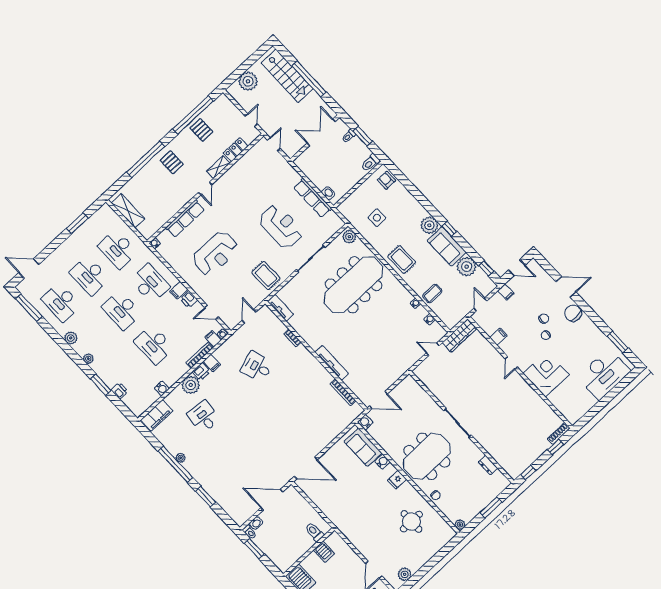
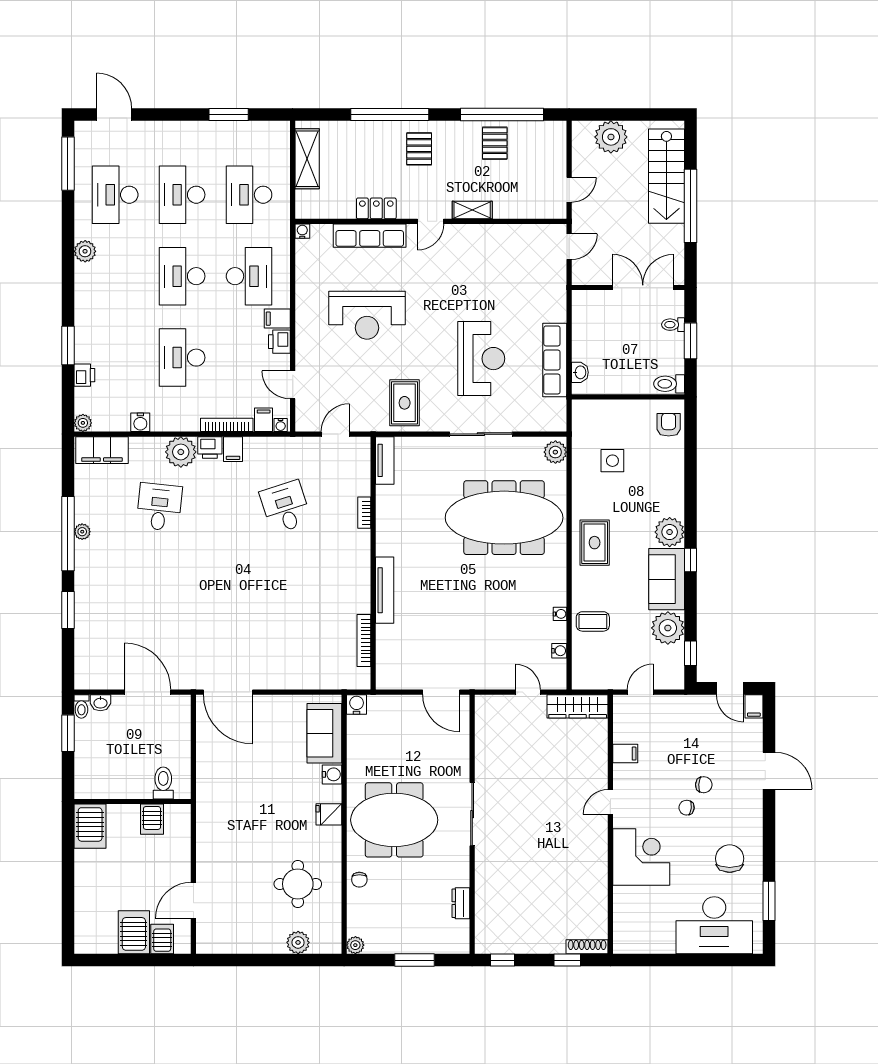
locker: (236, 150) -> (376, 208), moved
filing cabinet: (506, 292) -> (754, 706), moved
chair: (573, 313) -> (730, 859), moved
plant: (88, 359) -> (83, 423), moved
door: (378, 400) -> (441, 692), moved
plant: (405, 574) -> (298, 942), moved

